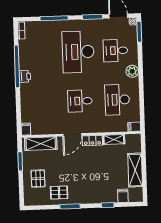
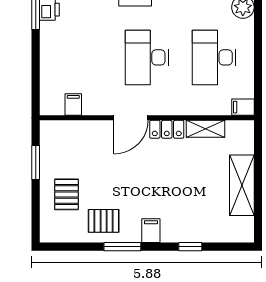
desk: (80, 101) -> (147, 57), width x1.37
filing cabinet: (26, 129) -> (73, 105), moved
shelving: (41, 144) -> (74, 132), removed
filing cabinet: (123, 196) -> (151, 231), moved

